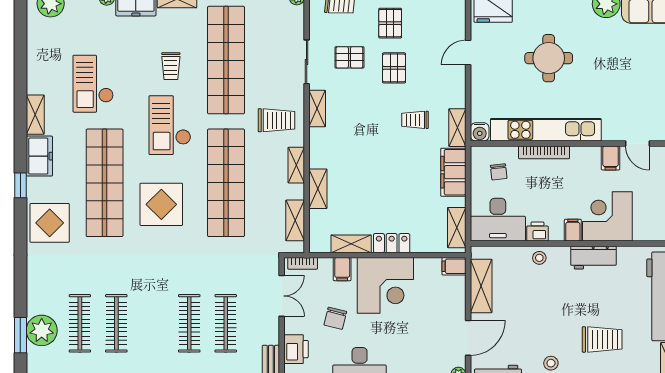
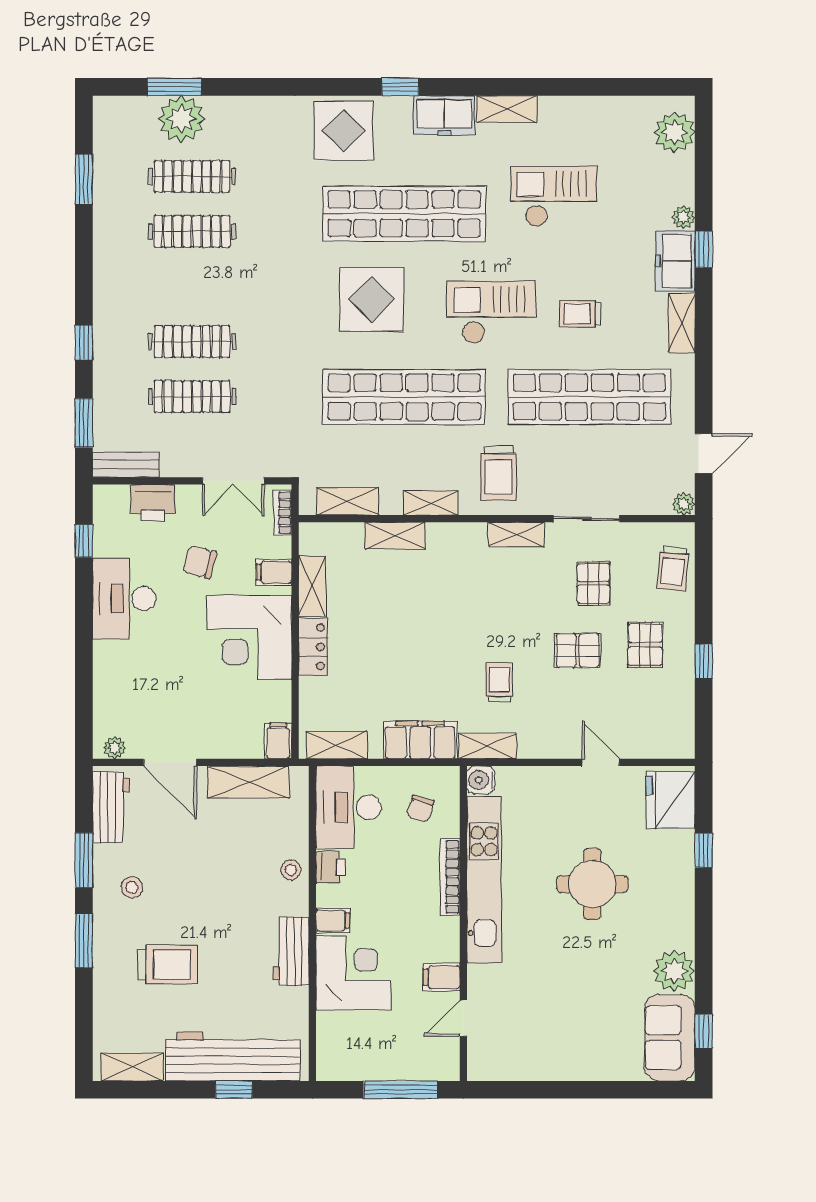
pallet: (390, 23) -> (645, 645), turned 90
chair: (499, 172) -> (421, 809), turned -68
trolley: (602, 339) -> (168, 965), turned -90

